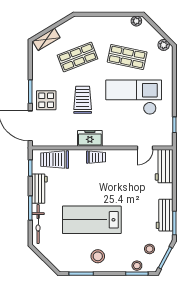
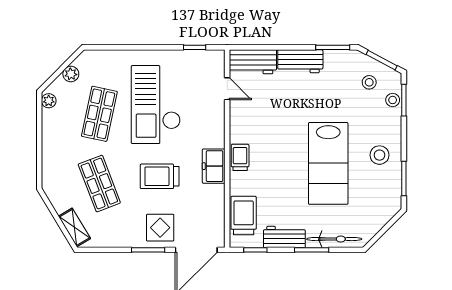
plant: (164, 45) -> (71, 74), moved
trolley: (55, 160) -> (244, 216), turned 180
workbench: (165, 215) -> (300, 61), moved

